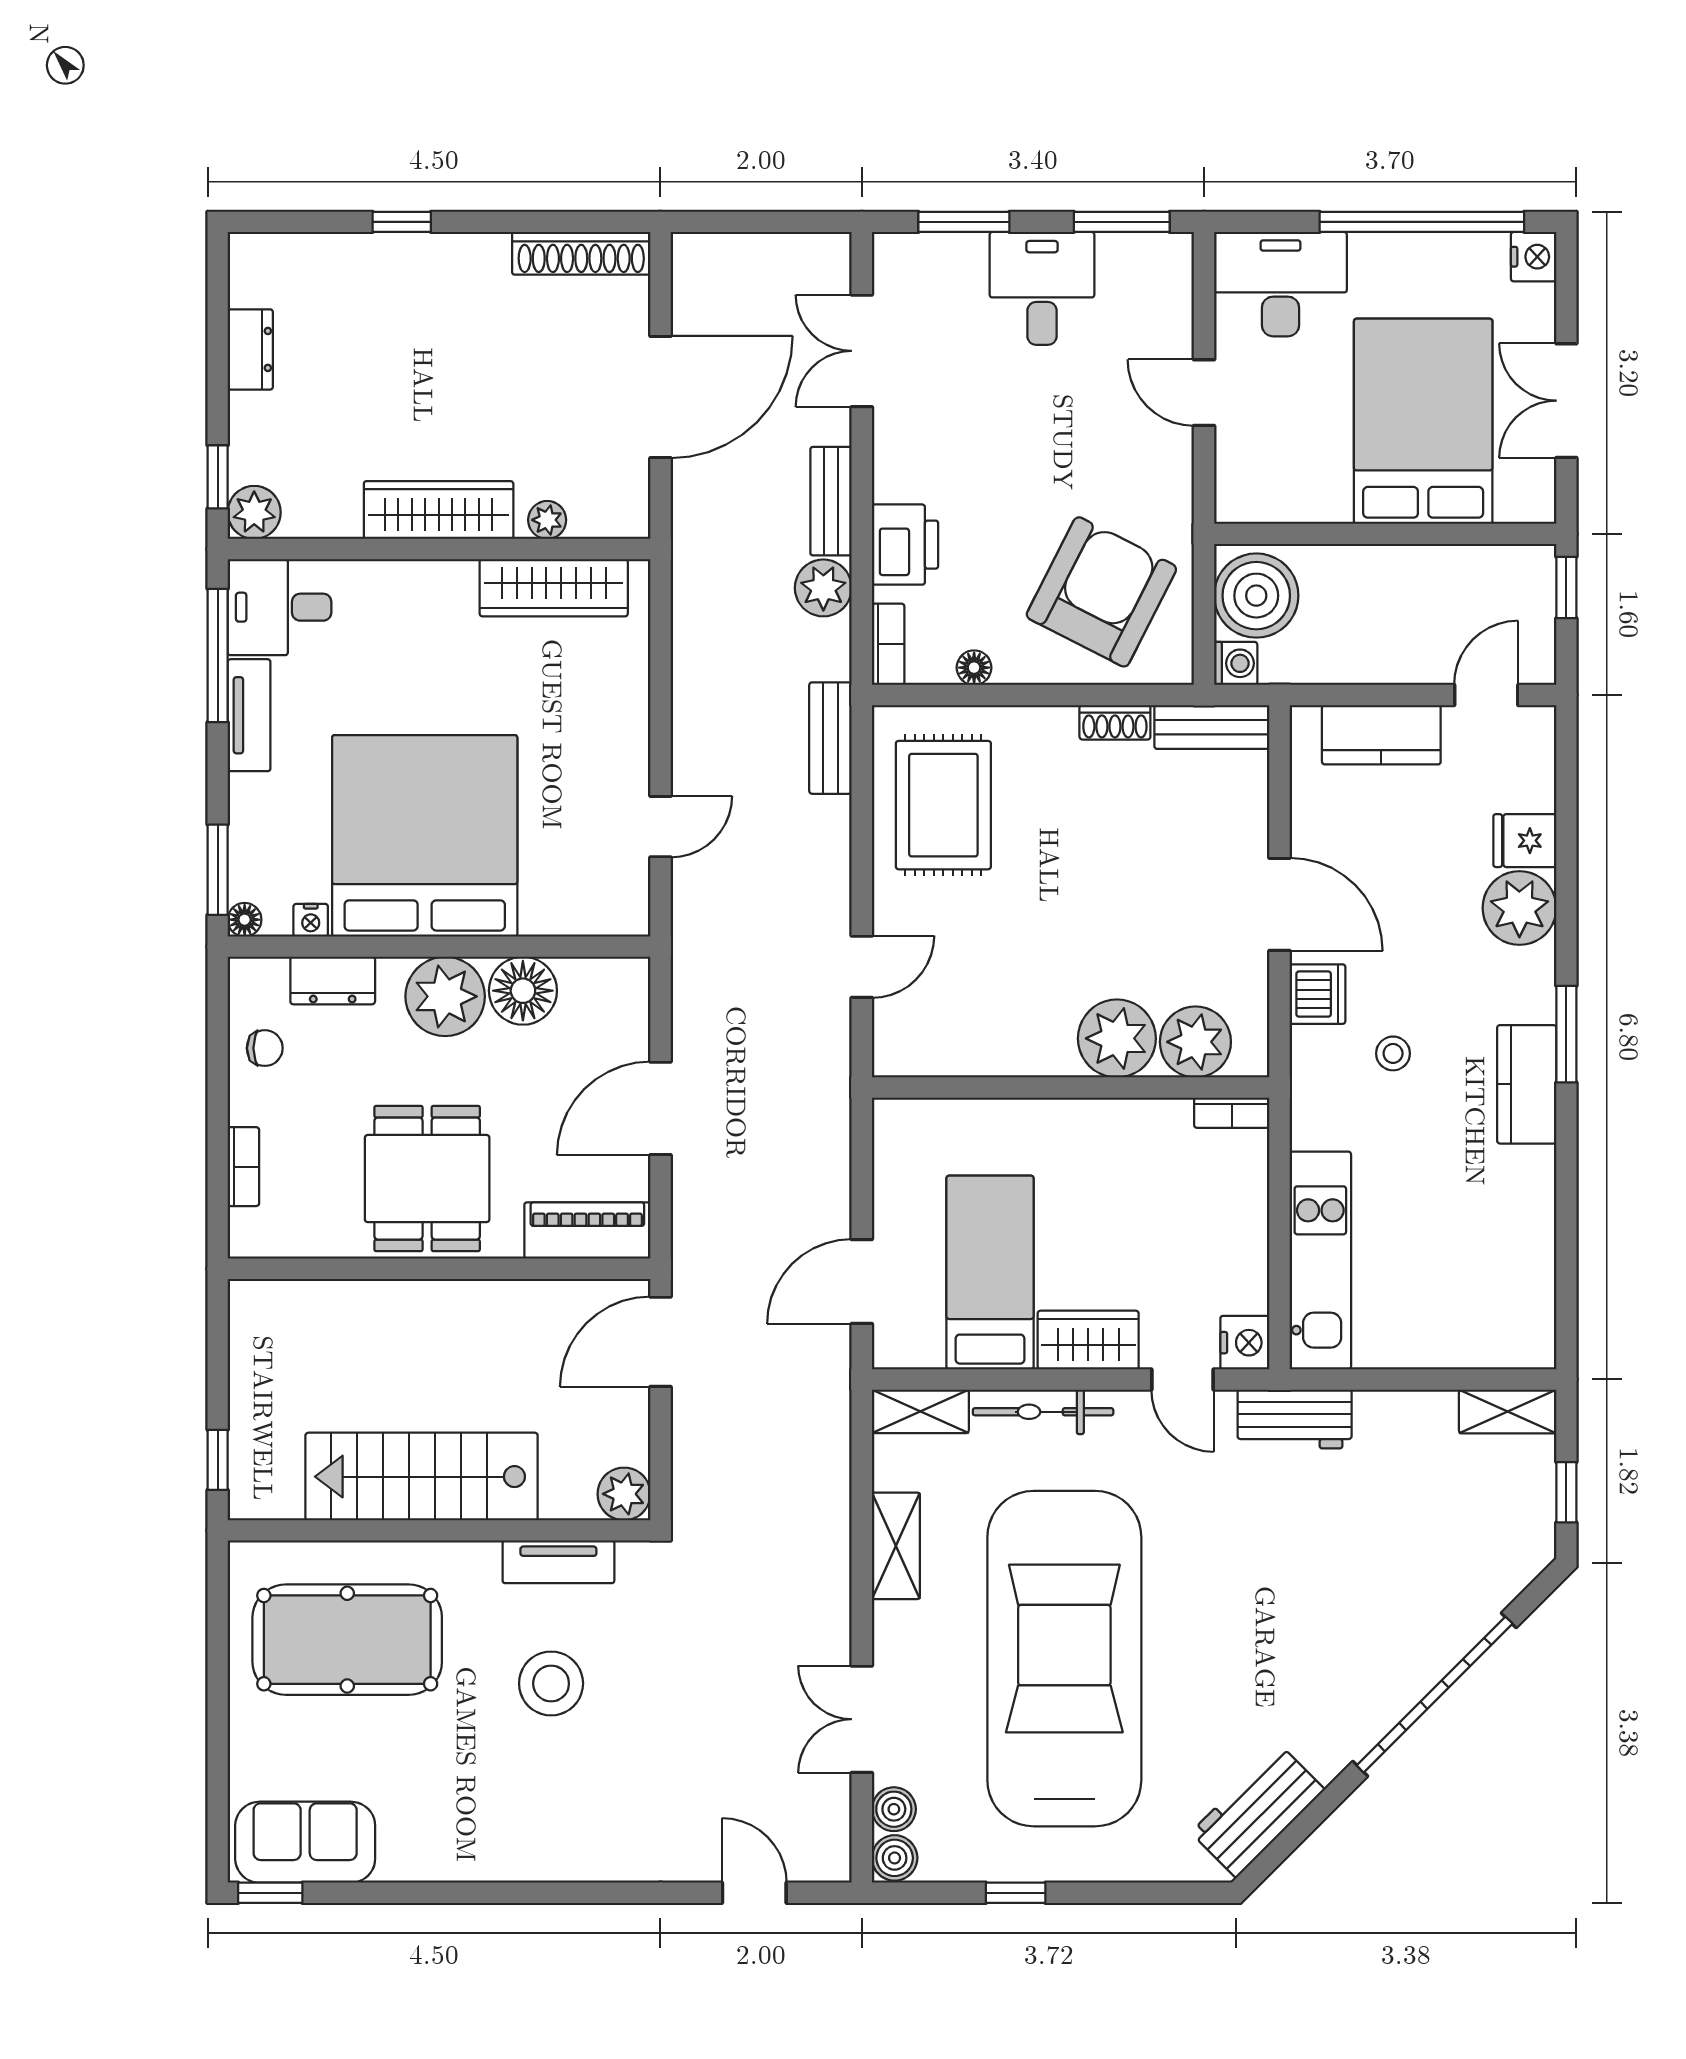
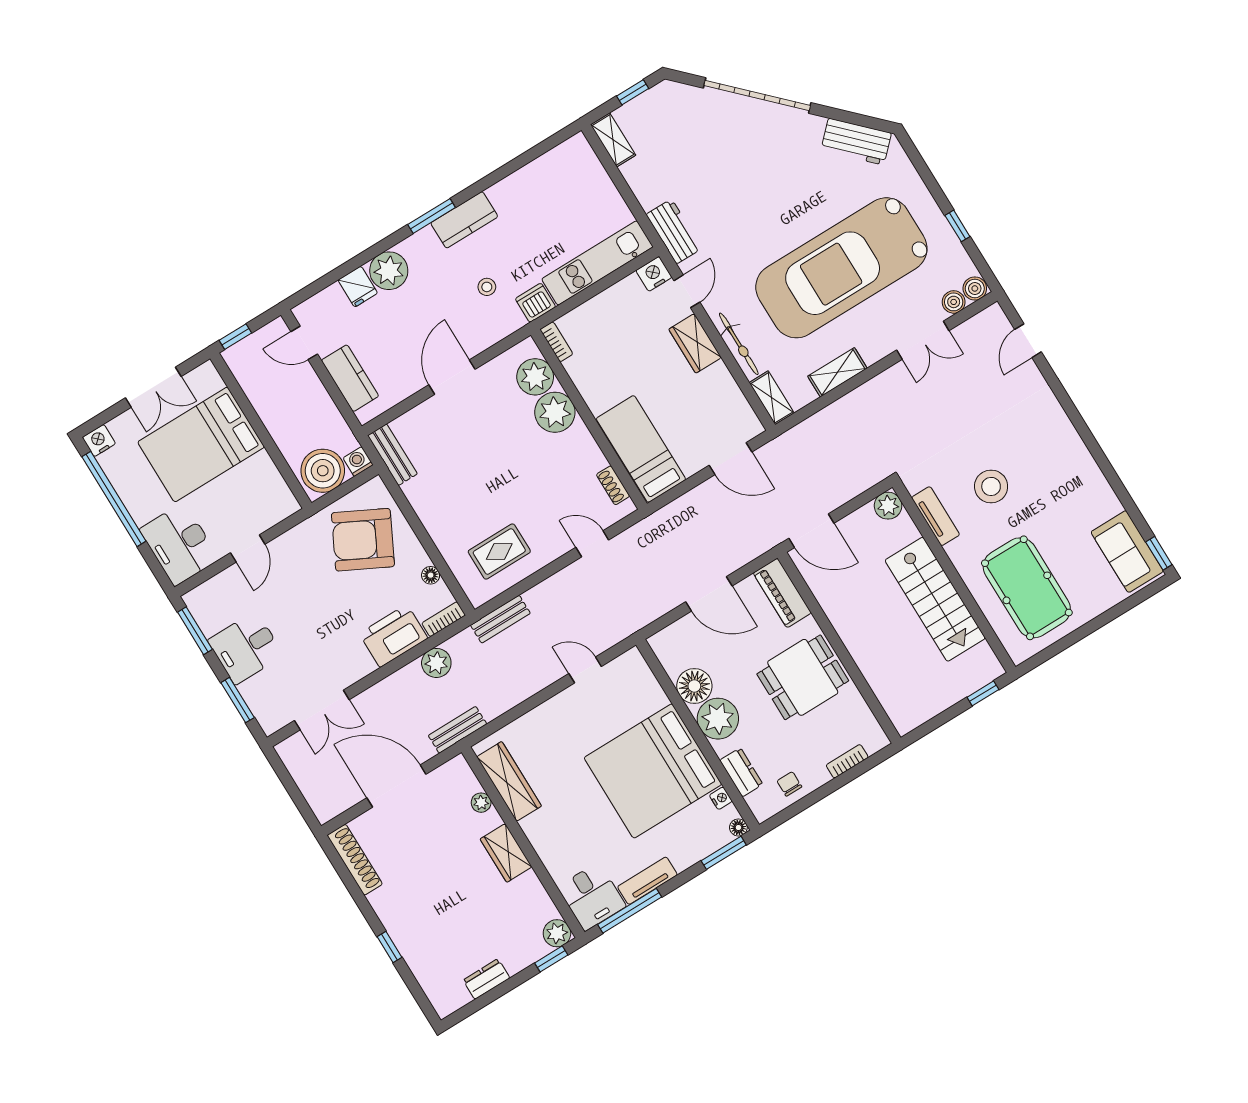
bench: (831, 501) -> (458, 730), moved
wardrobe: (439, 510) -> (506, 853), width x0.67
printer: (905, 545) -> (393, 636), width x1.37, depth x1.19
shoe rack: (1115, 722) -> (613, 485), moved, turned 180
rug: (943, 805) -> (499, 552), width x0.73, depth x0.70
dishwasher: (1317, 994) -> (535, 303), moved
bed: (990, 1273) -> (641, 449), moved, turned 90

